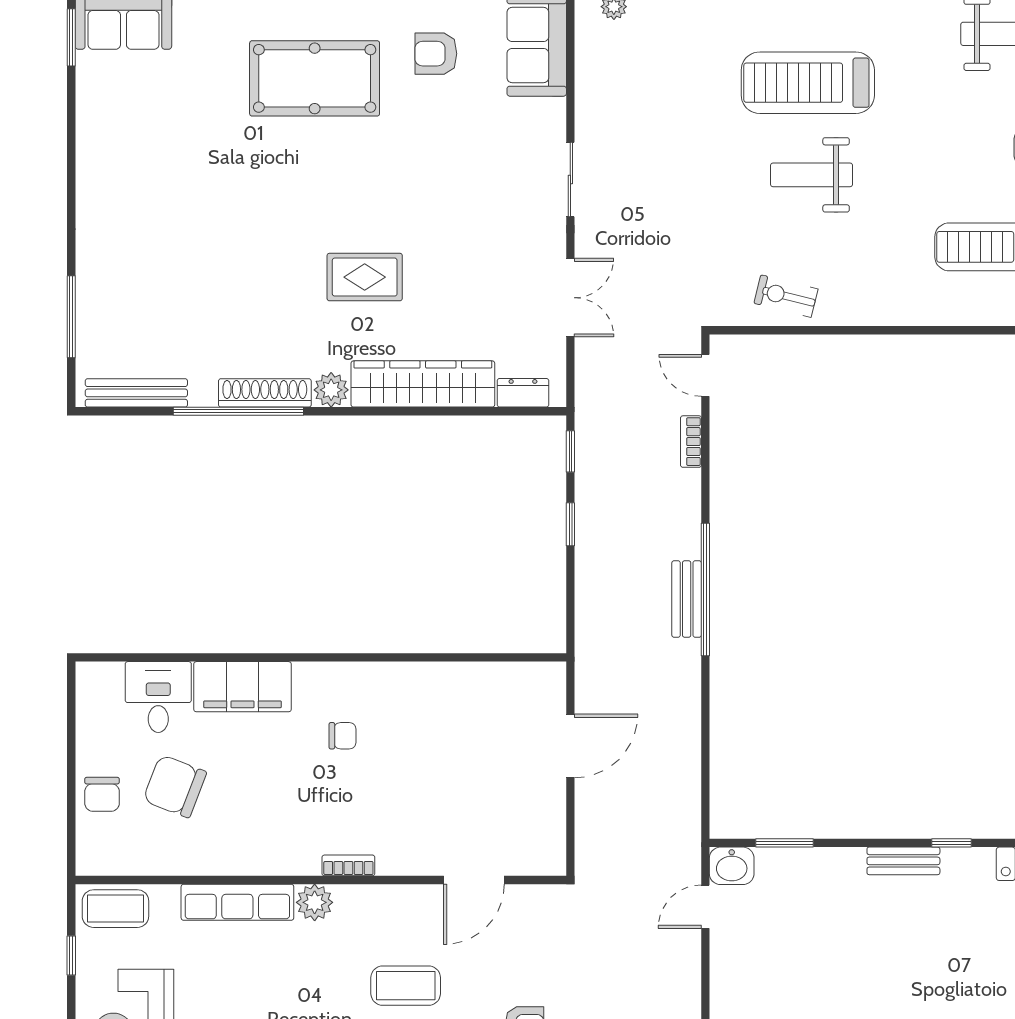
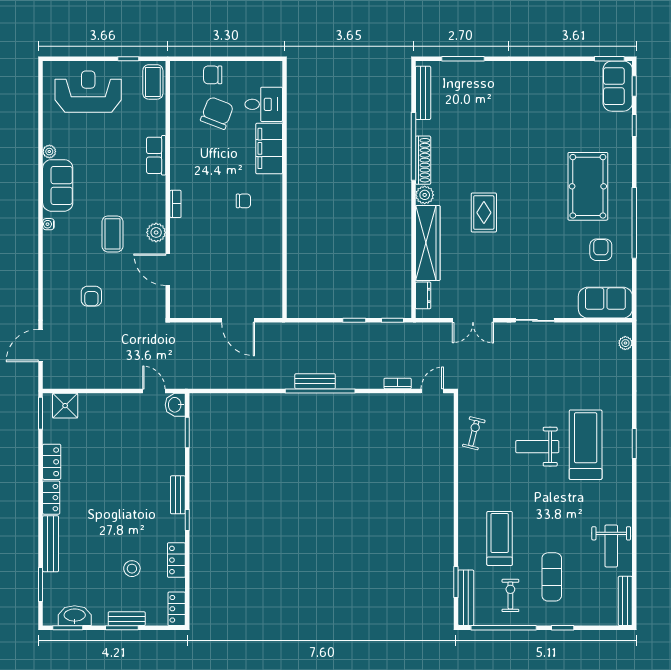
weight bench: (812, 175) -> (537, 447), turned -90
chair: (343, 736) -> (243, 201), turned -90
row of seats: (237, 902) -> (156, 155), width x0.68
plant: (315, 902) -> (156, 232), moved

